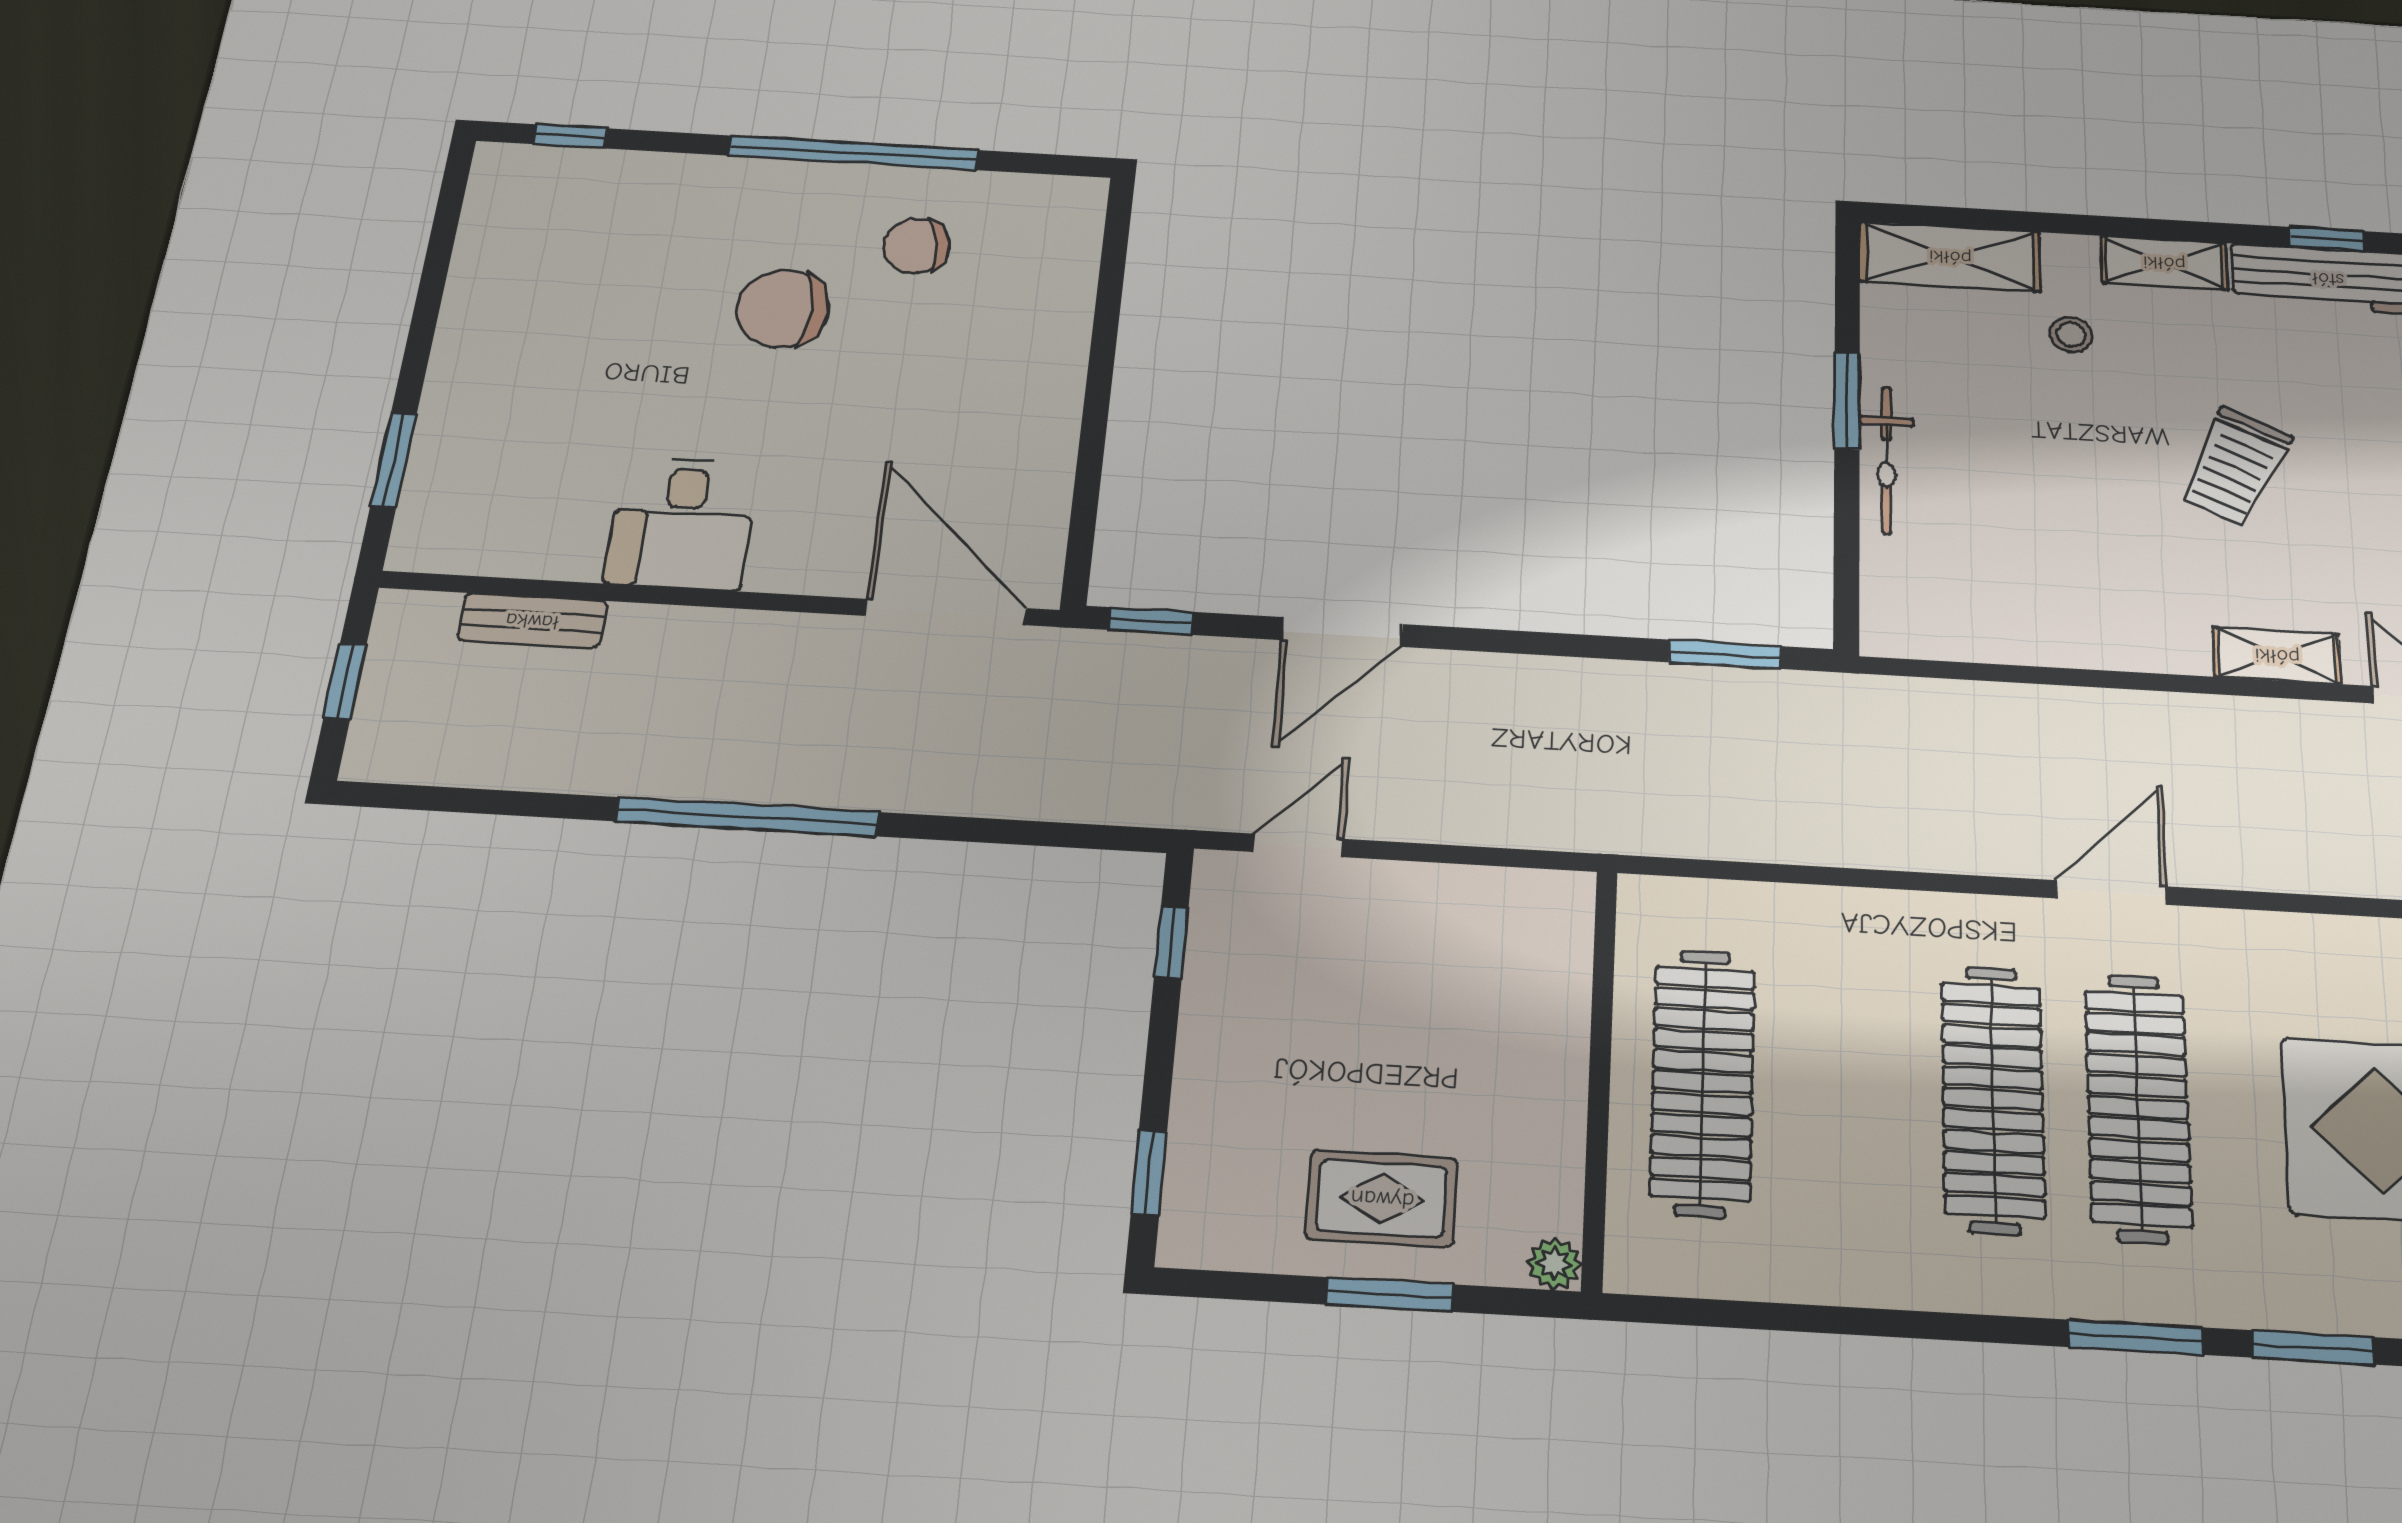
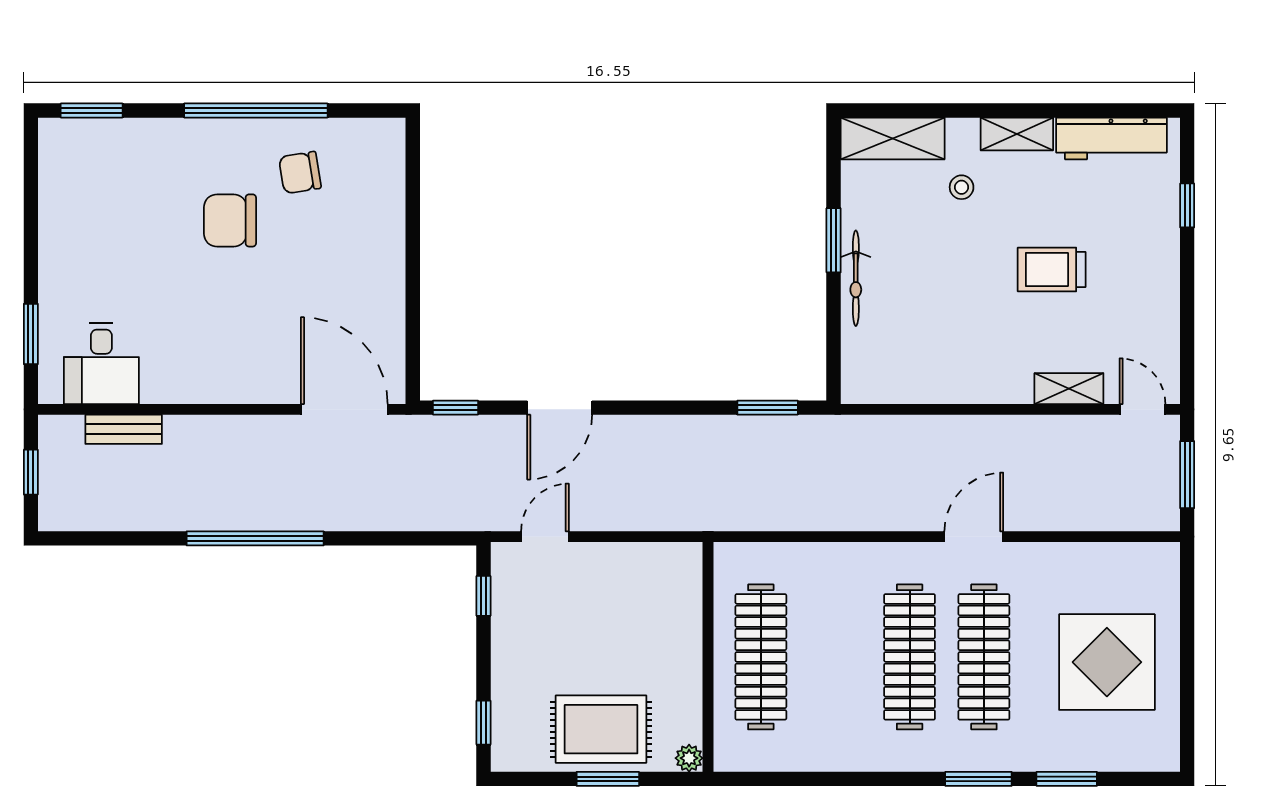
window: (571, 136) -> (92, 111), width x1.50
window: (2327, 239) -> (1112, 111), removed
trolley: (2235, 467) -> (1052, 270), turned 66
desk: (682, 523) -> (101, 364), moved
rug: (1382, 1199) -> (601, 729), width x1.36, depth x1.43

